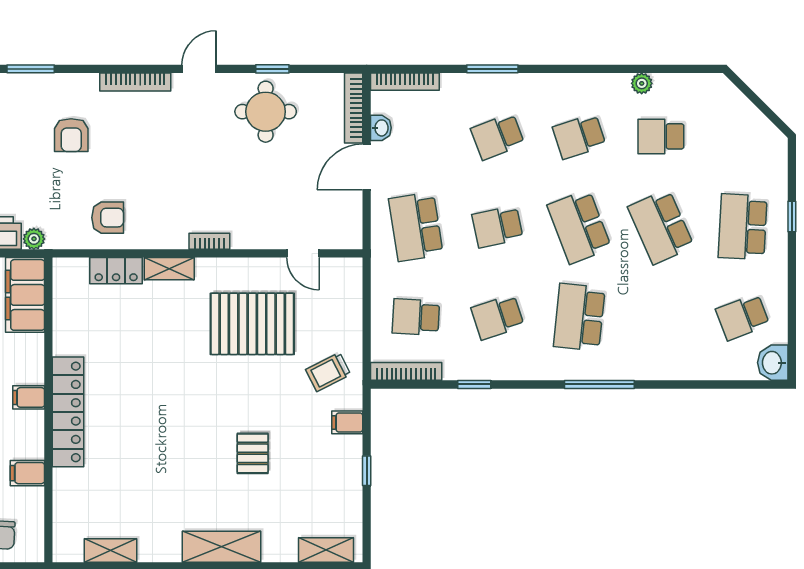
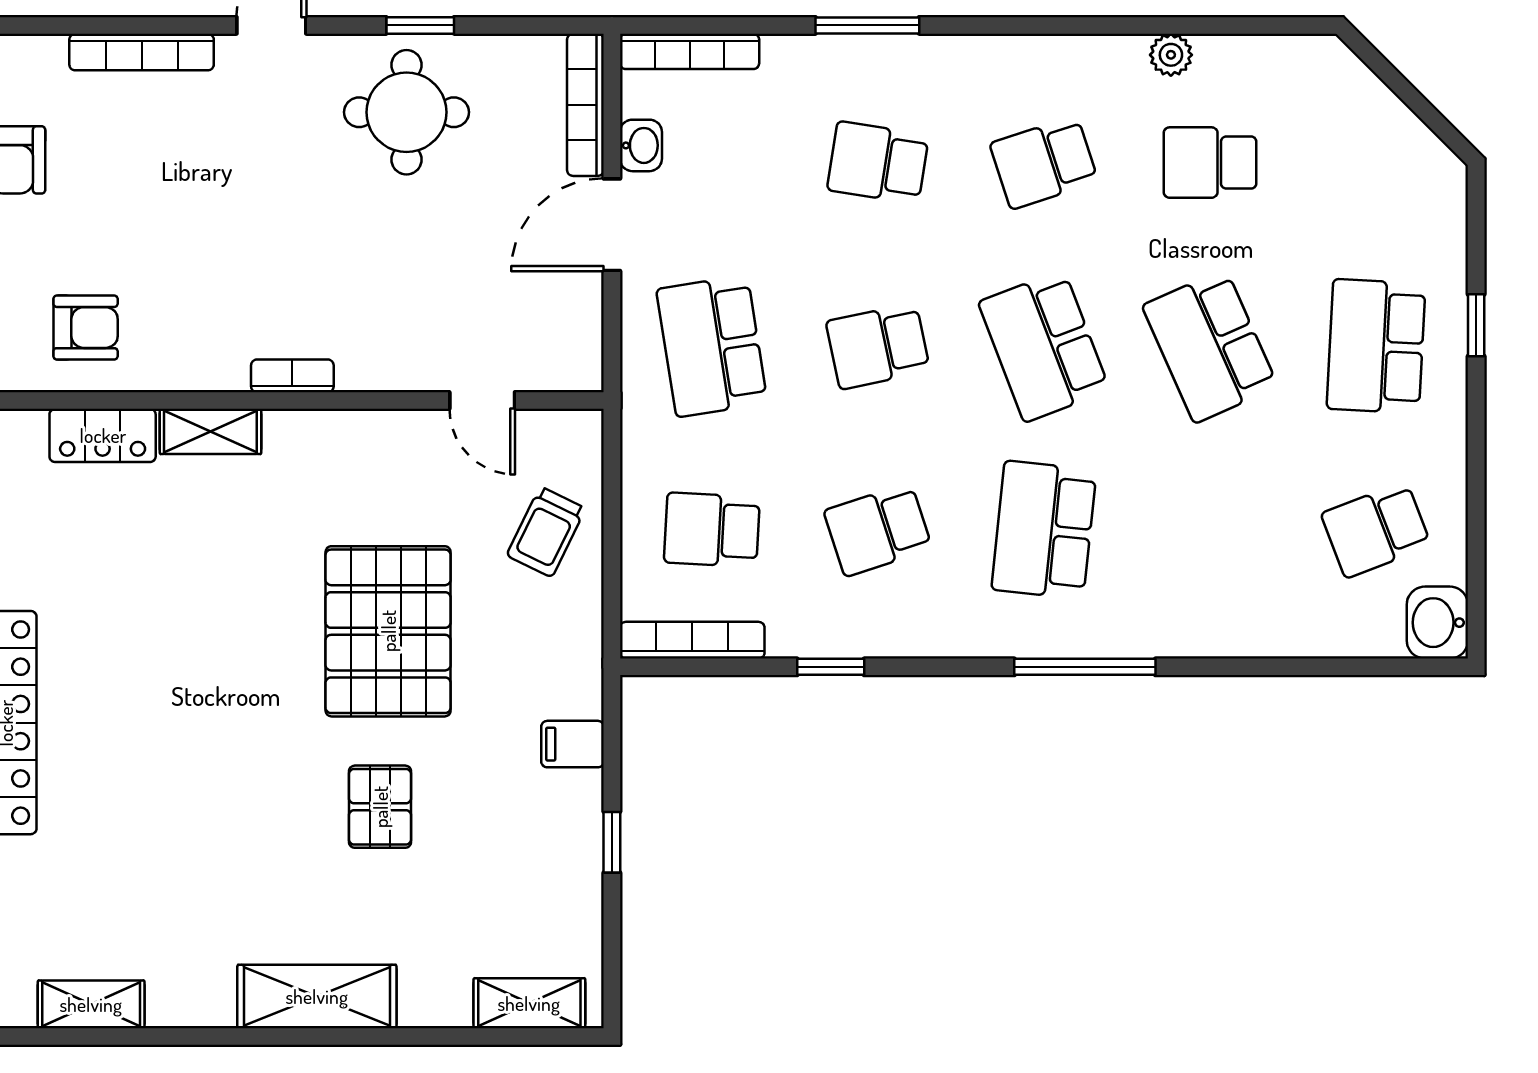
school desk: (498, 136) -> (878, 163), turned 30
pallet: (252, 324) -> (388, 631), moved, turned 90
trolley: (328, 372) -> (546, 532), moved, turned -37

